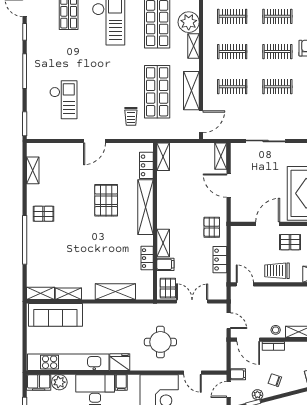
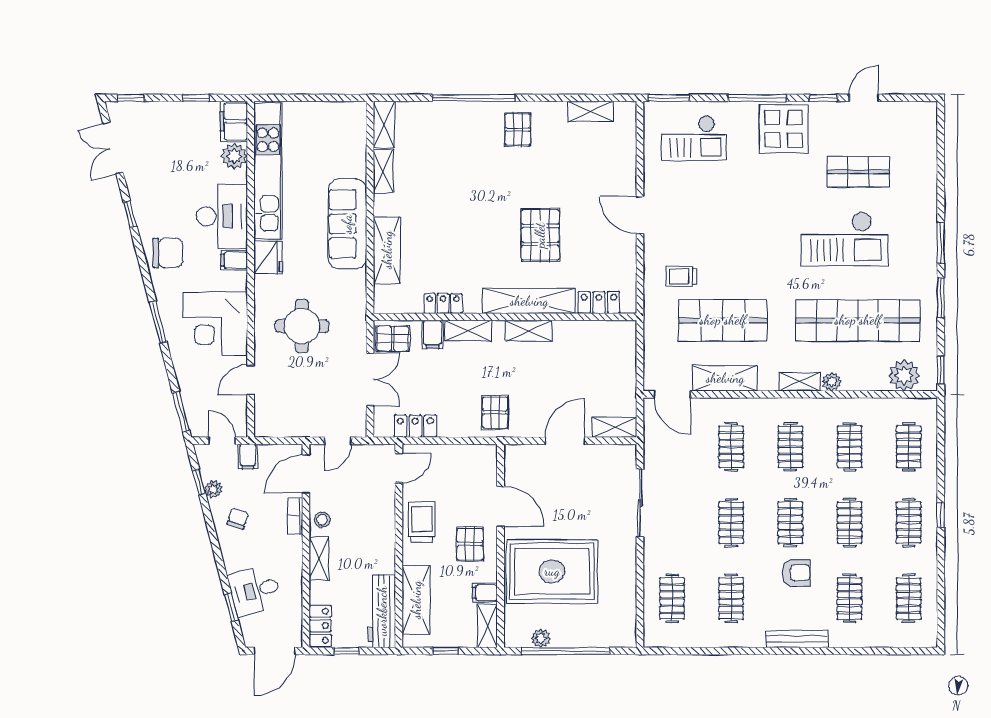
plant: (189, 22) -> (832, 382), width x0.53, depth x0.53
display table: (43, 55) -> (784, 129), added
checkout: (63, 100) -> (694, 138), moved
shelving: (163, 157) -> (528, 331), moved
pallet: (106, 200) -> (540, 235), turned 90
pallet: (212, 227) -> (495, 412), turned 90
locker: (220, 260) -> (415, 426), moved
sofa: (55, 315) -> (347, 224), moved

